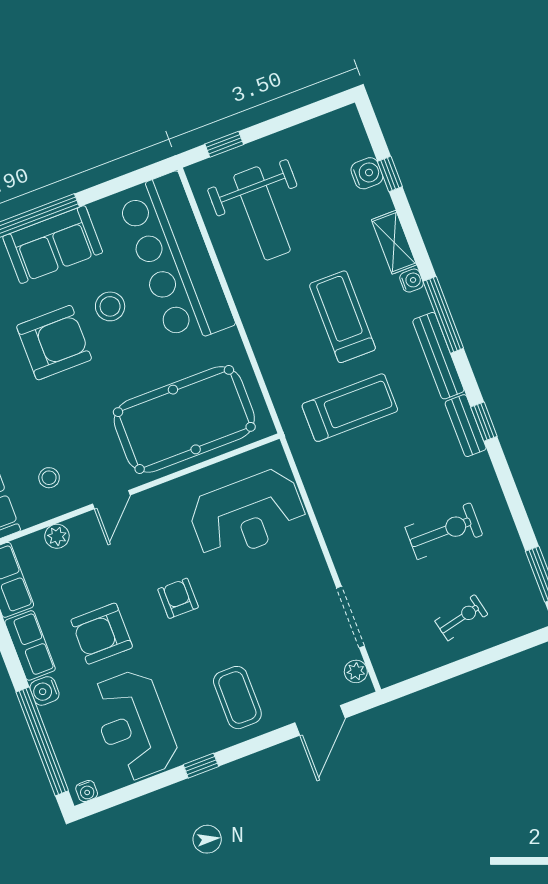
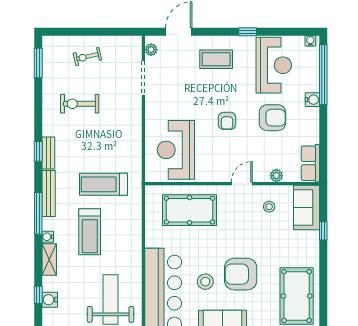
pool table: (184, 419) -> (189, 210), width x0.73, depth x0.76
reception desk: (247, 515) -> (176, 150), turned -90
row of seats: (30, 645) -> (311, 125), removed
coffee table: (237, 698) -> (216, 59), turned 90

